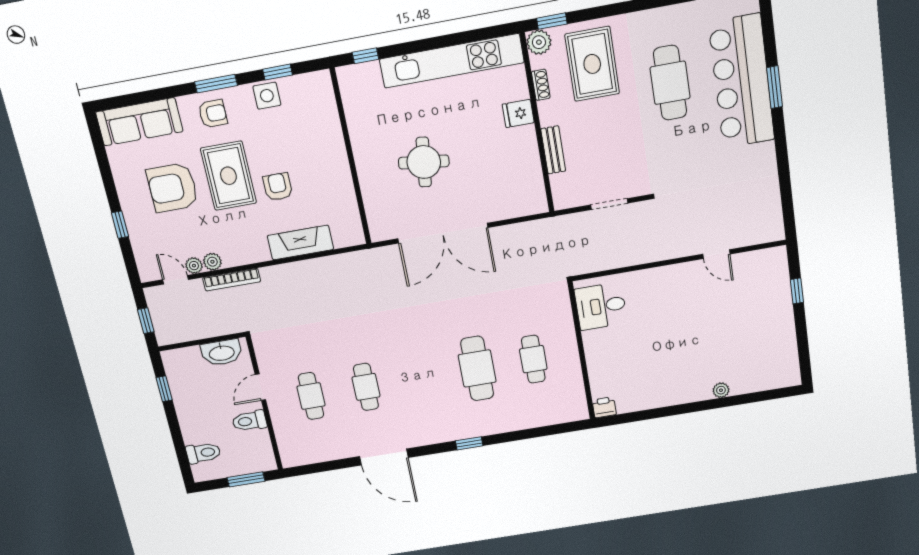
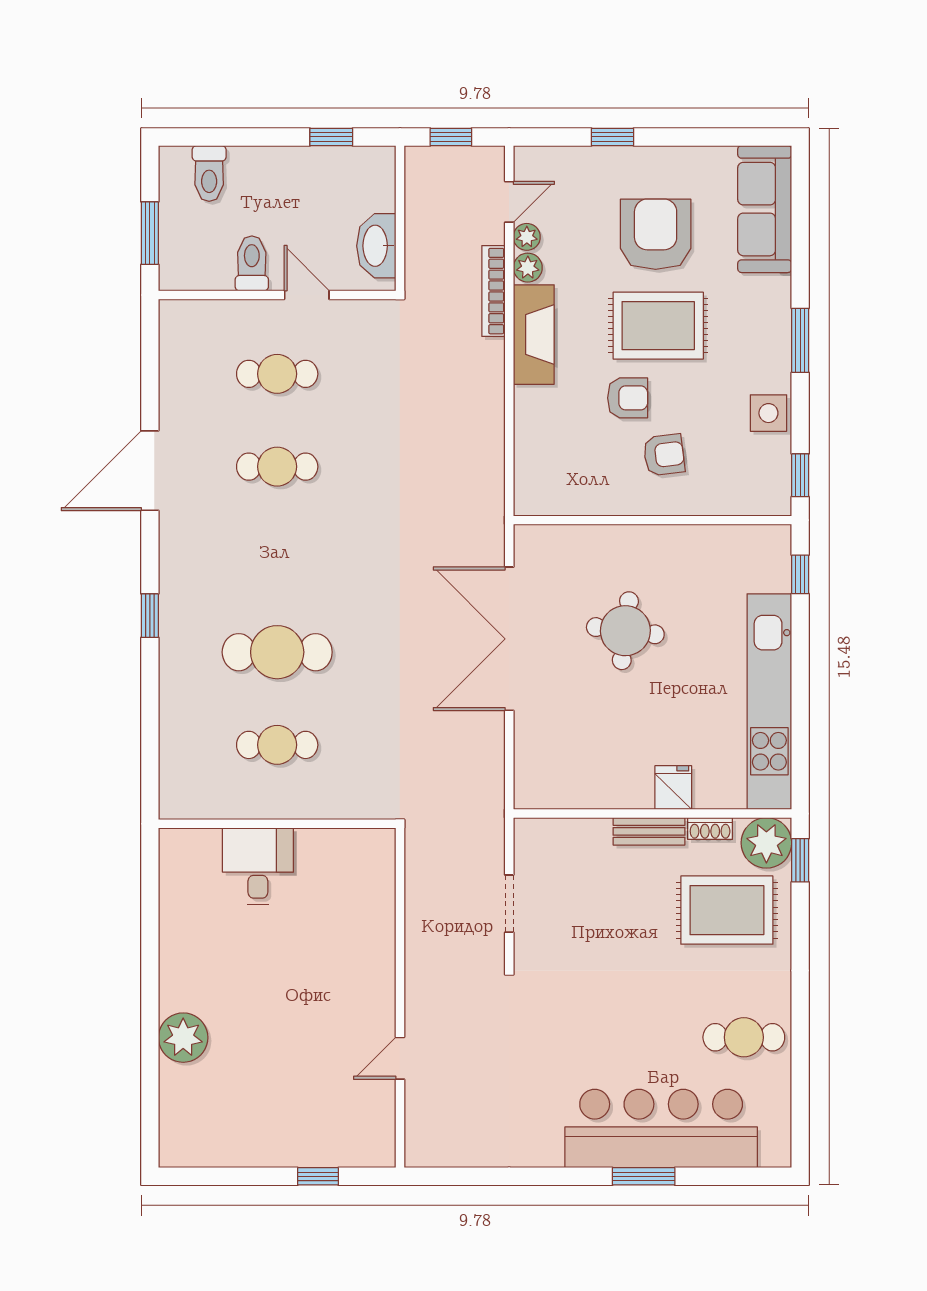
plant: (539, 42) -> (766, 843), width x1.36, depth x1.36
window: (278, 72) -> (800, 475), moved
cafe table: (670, 83) -> (744, 1037), moved, width x0.73, depth x0.74
armchair: (213, 114) -> (664, 455), moved, turned -97
bench: (553, 150) -> (649, 831), moved
fireplace: (300, 243) -> (534, 335), moved
desk: (601, 306) -> (258, 866), moved
plant: (721, 390) -> (183, 1038), width x1.87, depth x1.87
printer: (604, 407) -> (175, 846), removed

